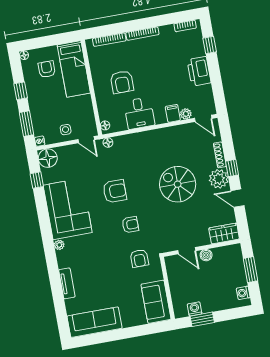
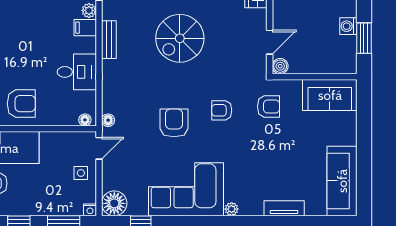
armchair: (122, 82) -> (21, 104), moved
bench: (167, 132) -> (109, 40), added
armchair: (130, 225) -> (222, 110), turned -90
boiler: (206, 255) -> (280, 66), moved
washing machine: (195, 309) -> (348, 26), moved

